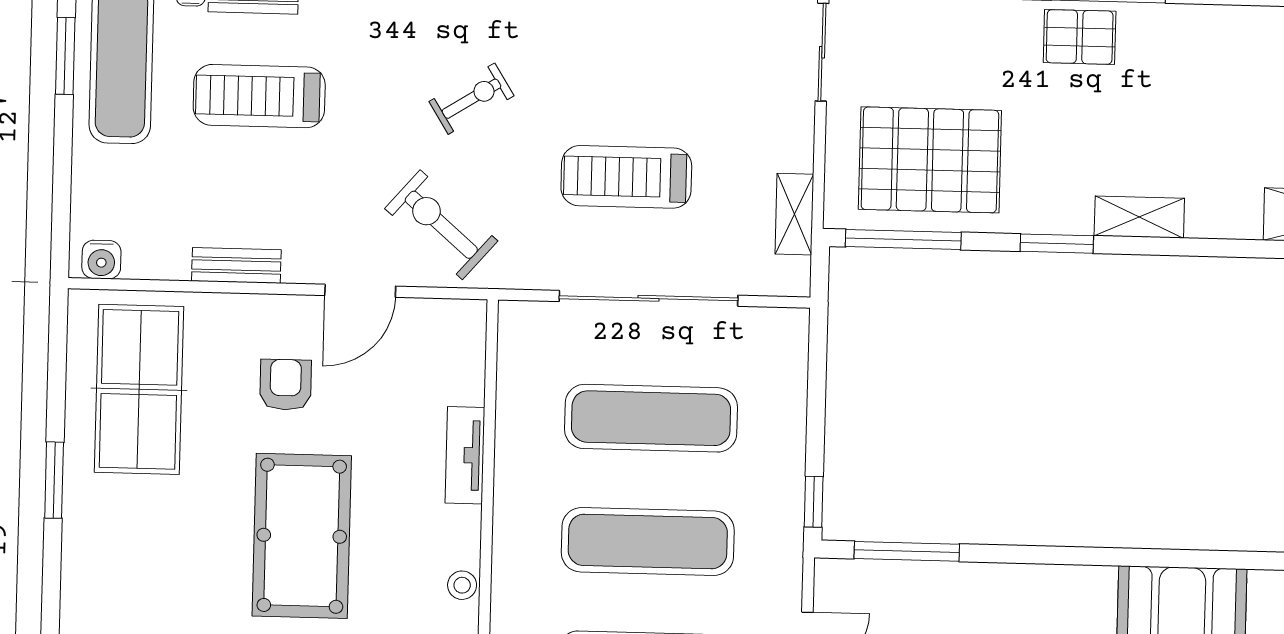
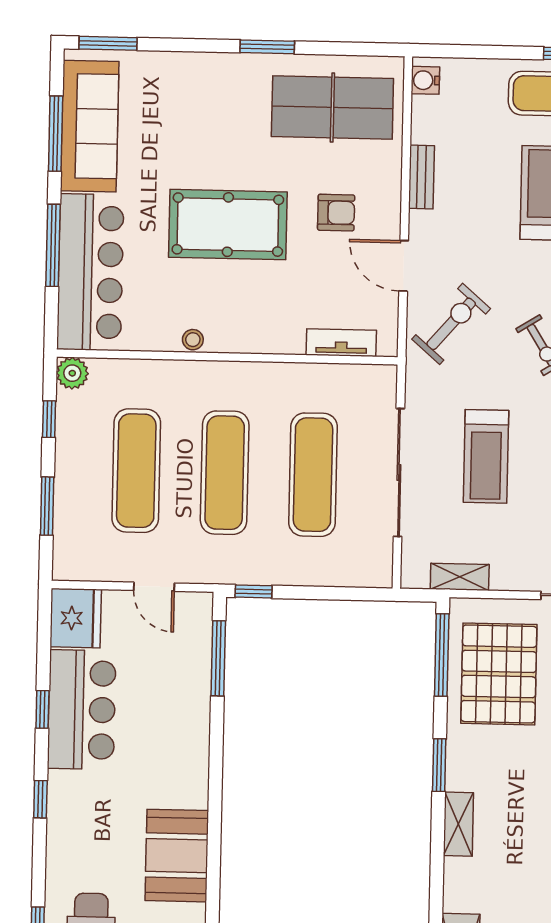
treadmill: (626, 177) -> (486, 456), turned 180
tv unit: (465, 455) -> (341, 343), moved

